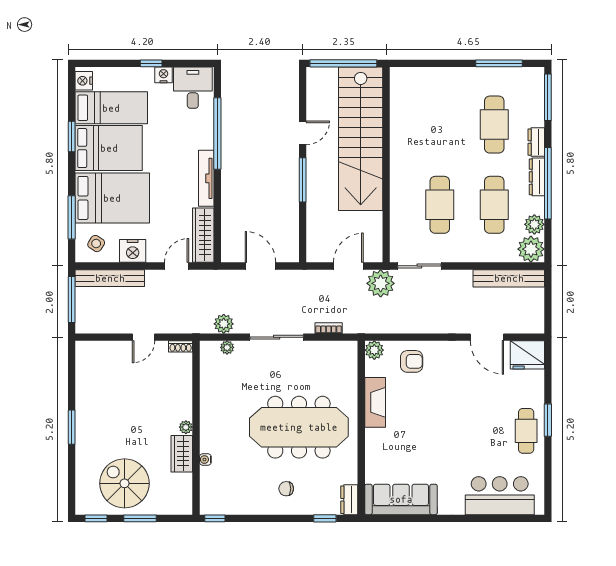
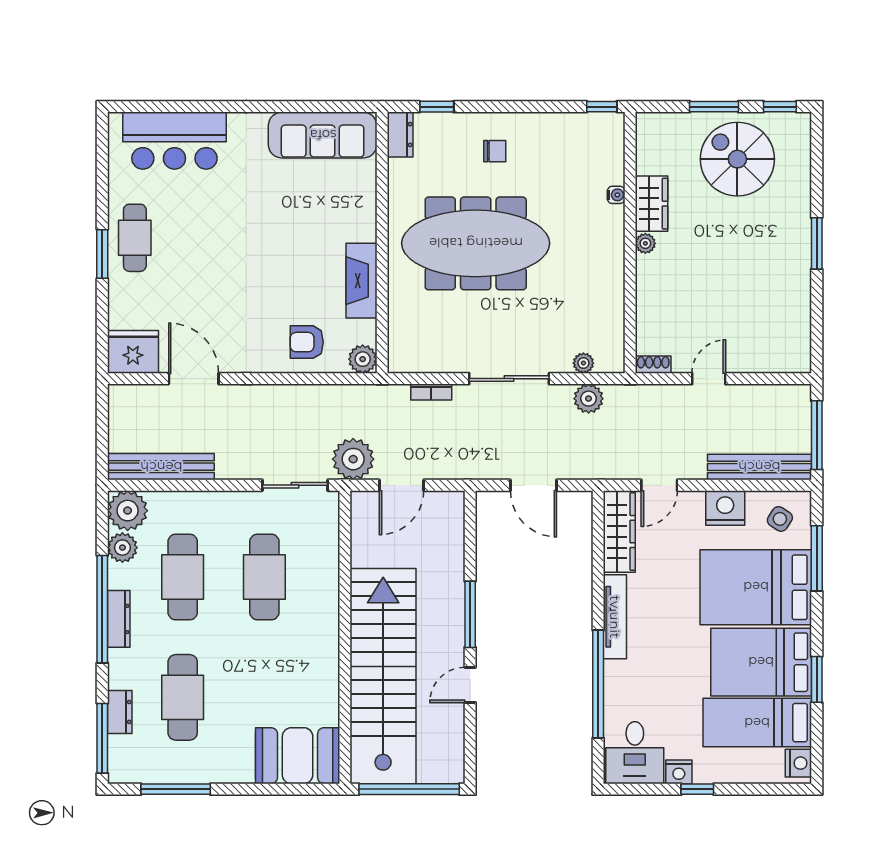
booth: (418, 86) -> (298, 756), added
dresser: (536, 142) -> (120, 712), moved
spiral stairs: (124, 483) -> (737, 159), turned 180

